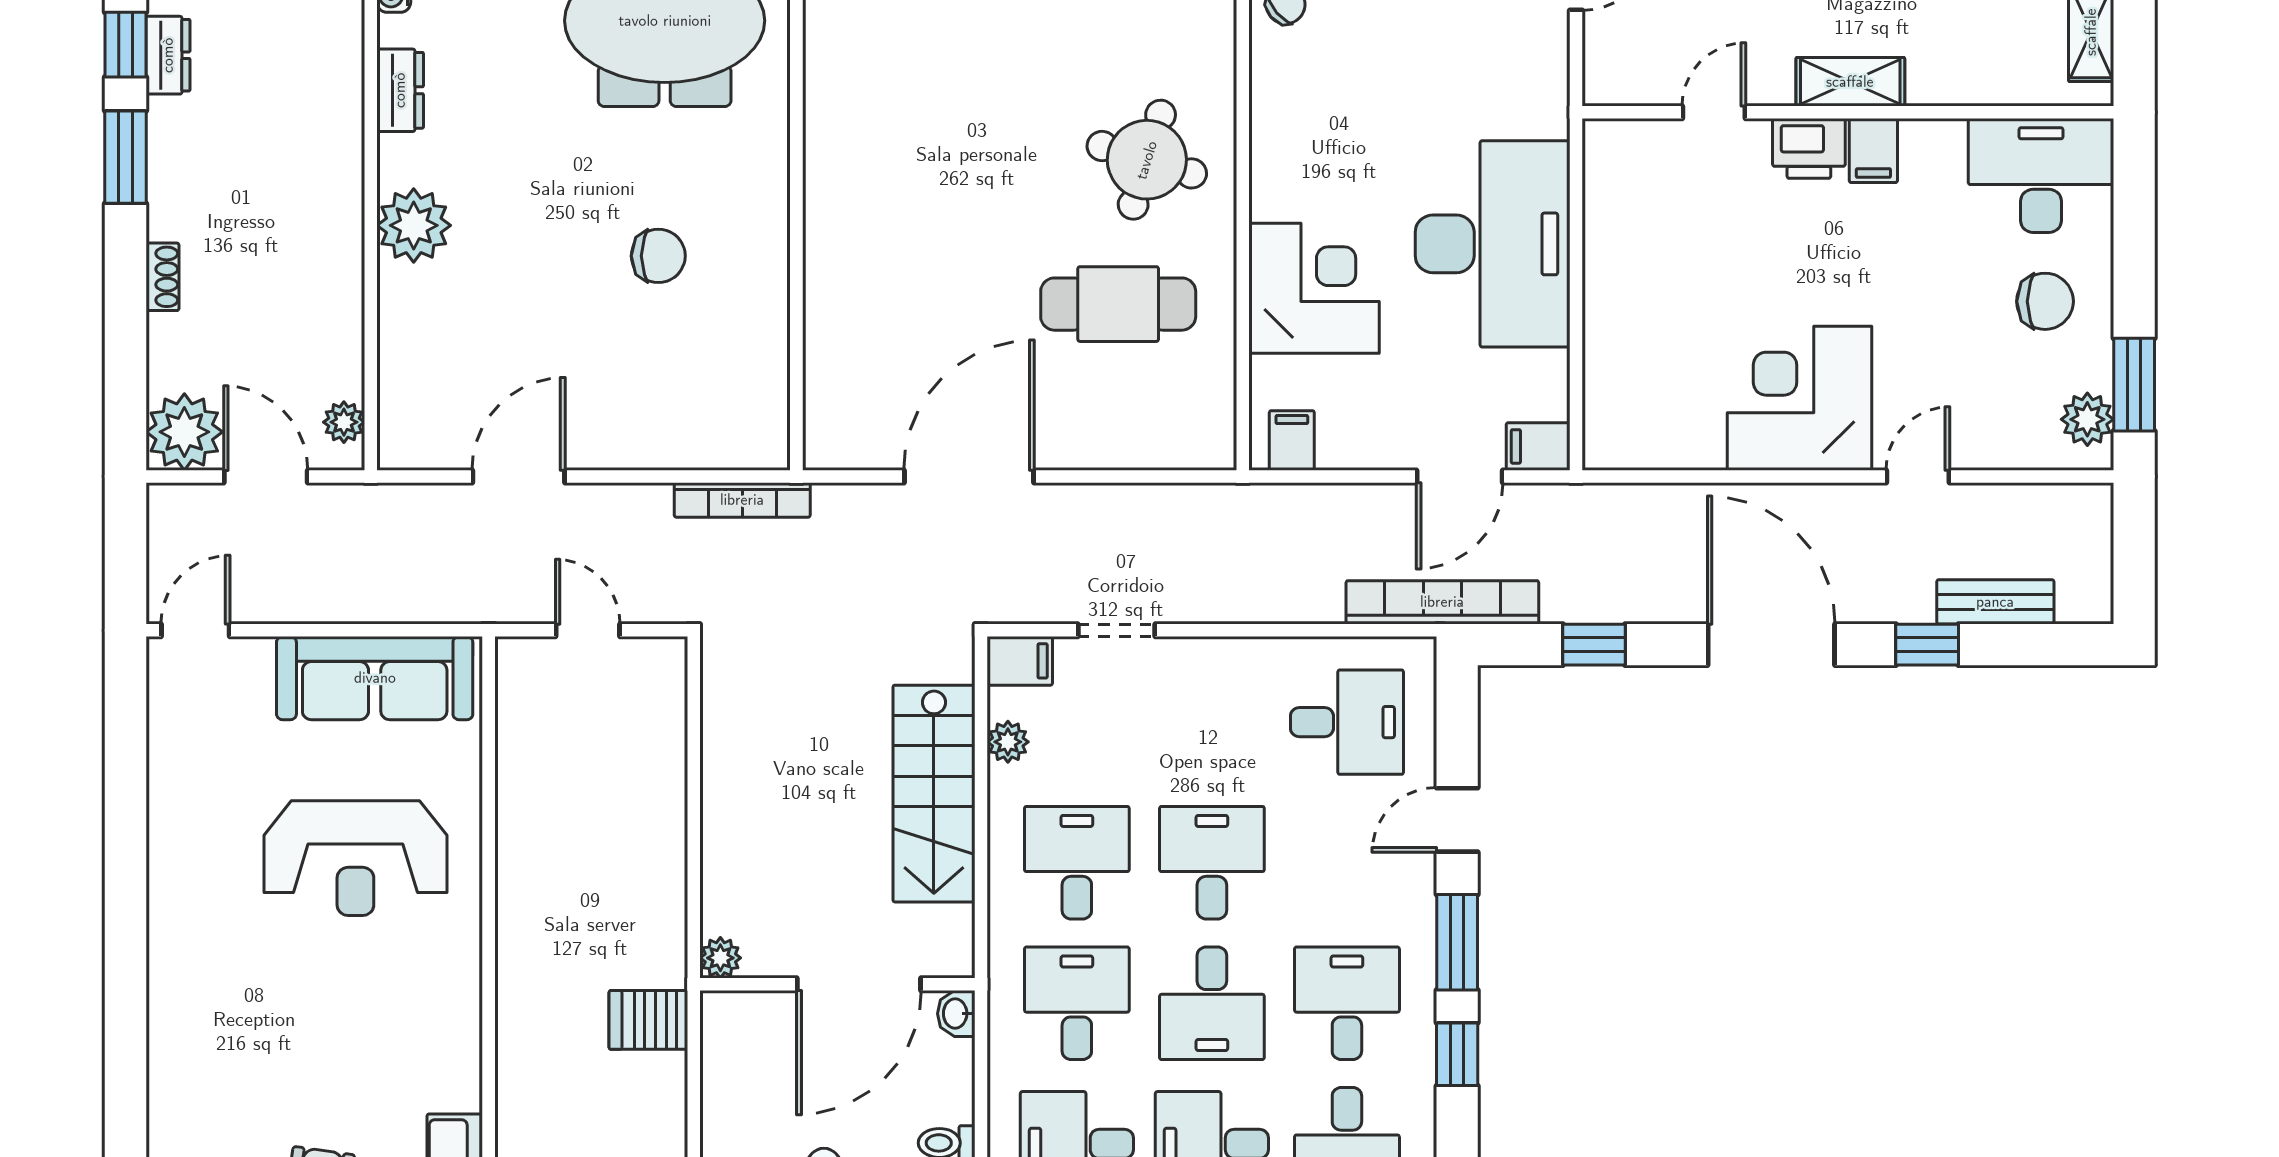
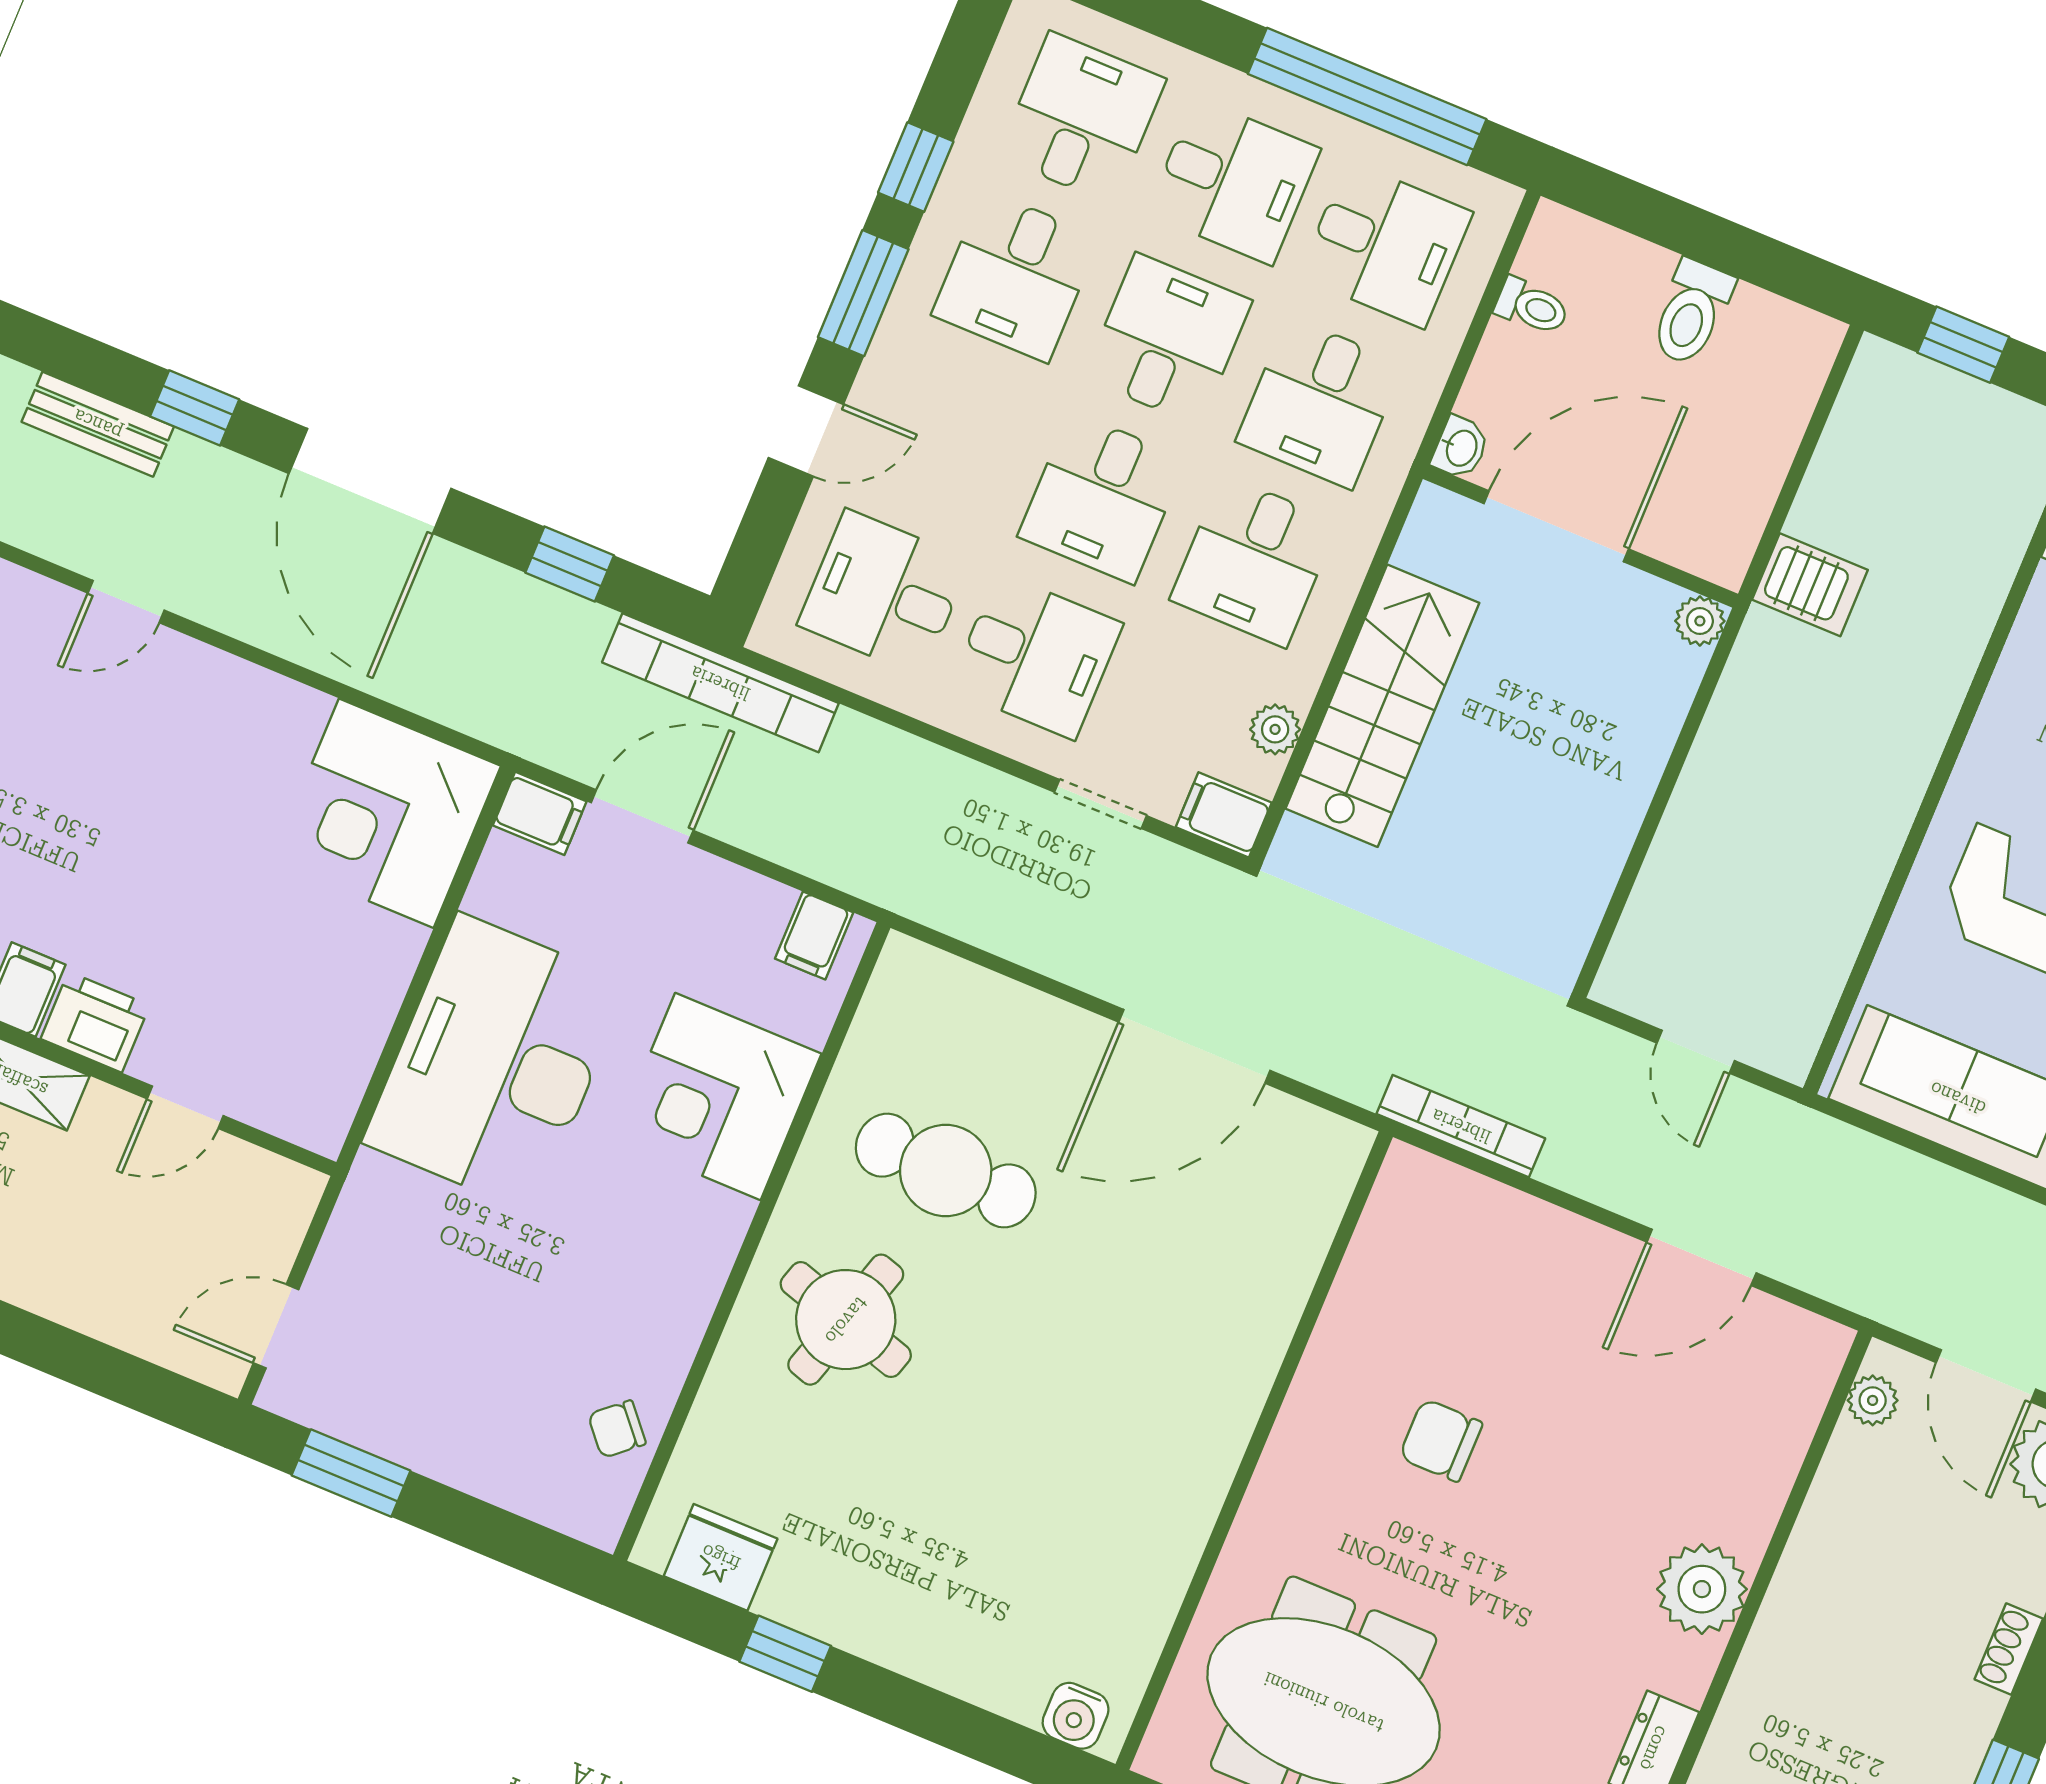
corner desk: (1800, 398) -> (386, 813), moved, turned 90
desk: (1212, 722) -> (1036, 656), added

